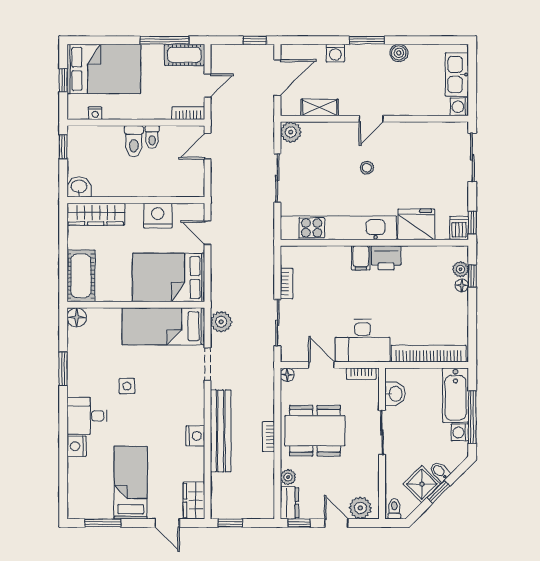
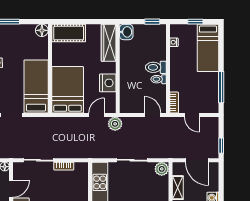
cot: (184, 55) -> (212, 100), removed
bed: (104, 69) -> (208, 48), width x0.67
plant: (221, 322) -> (115, 124), moved

